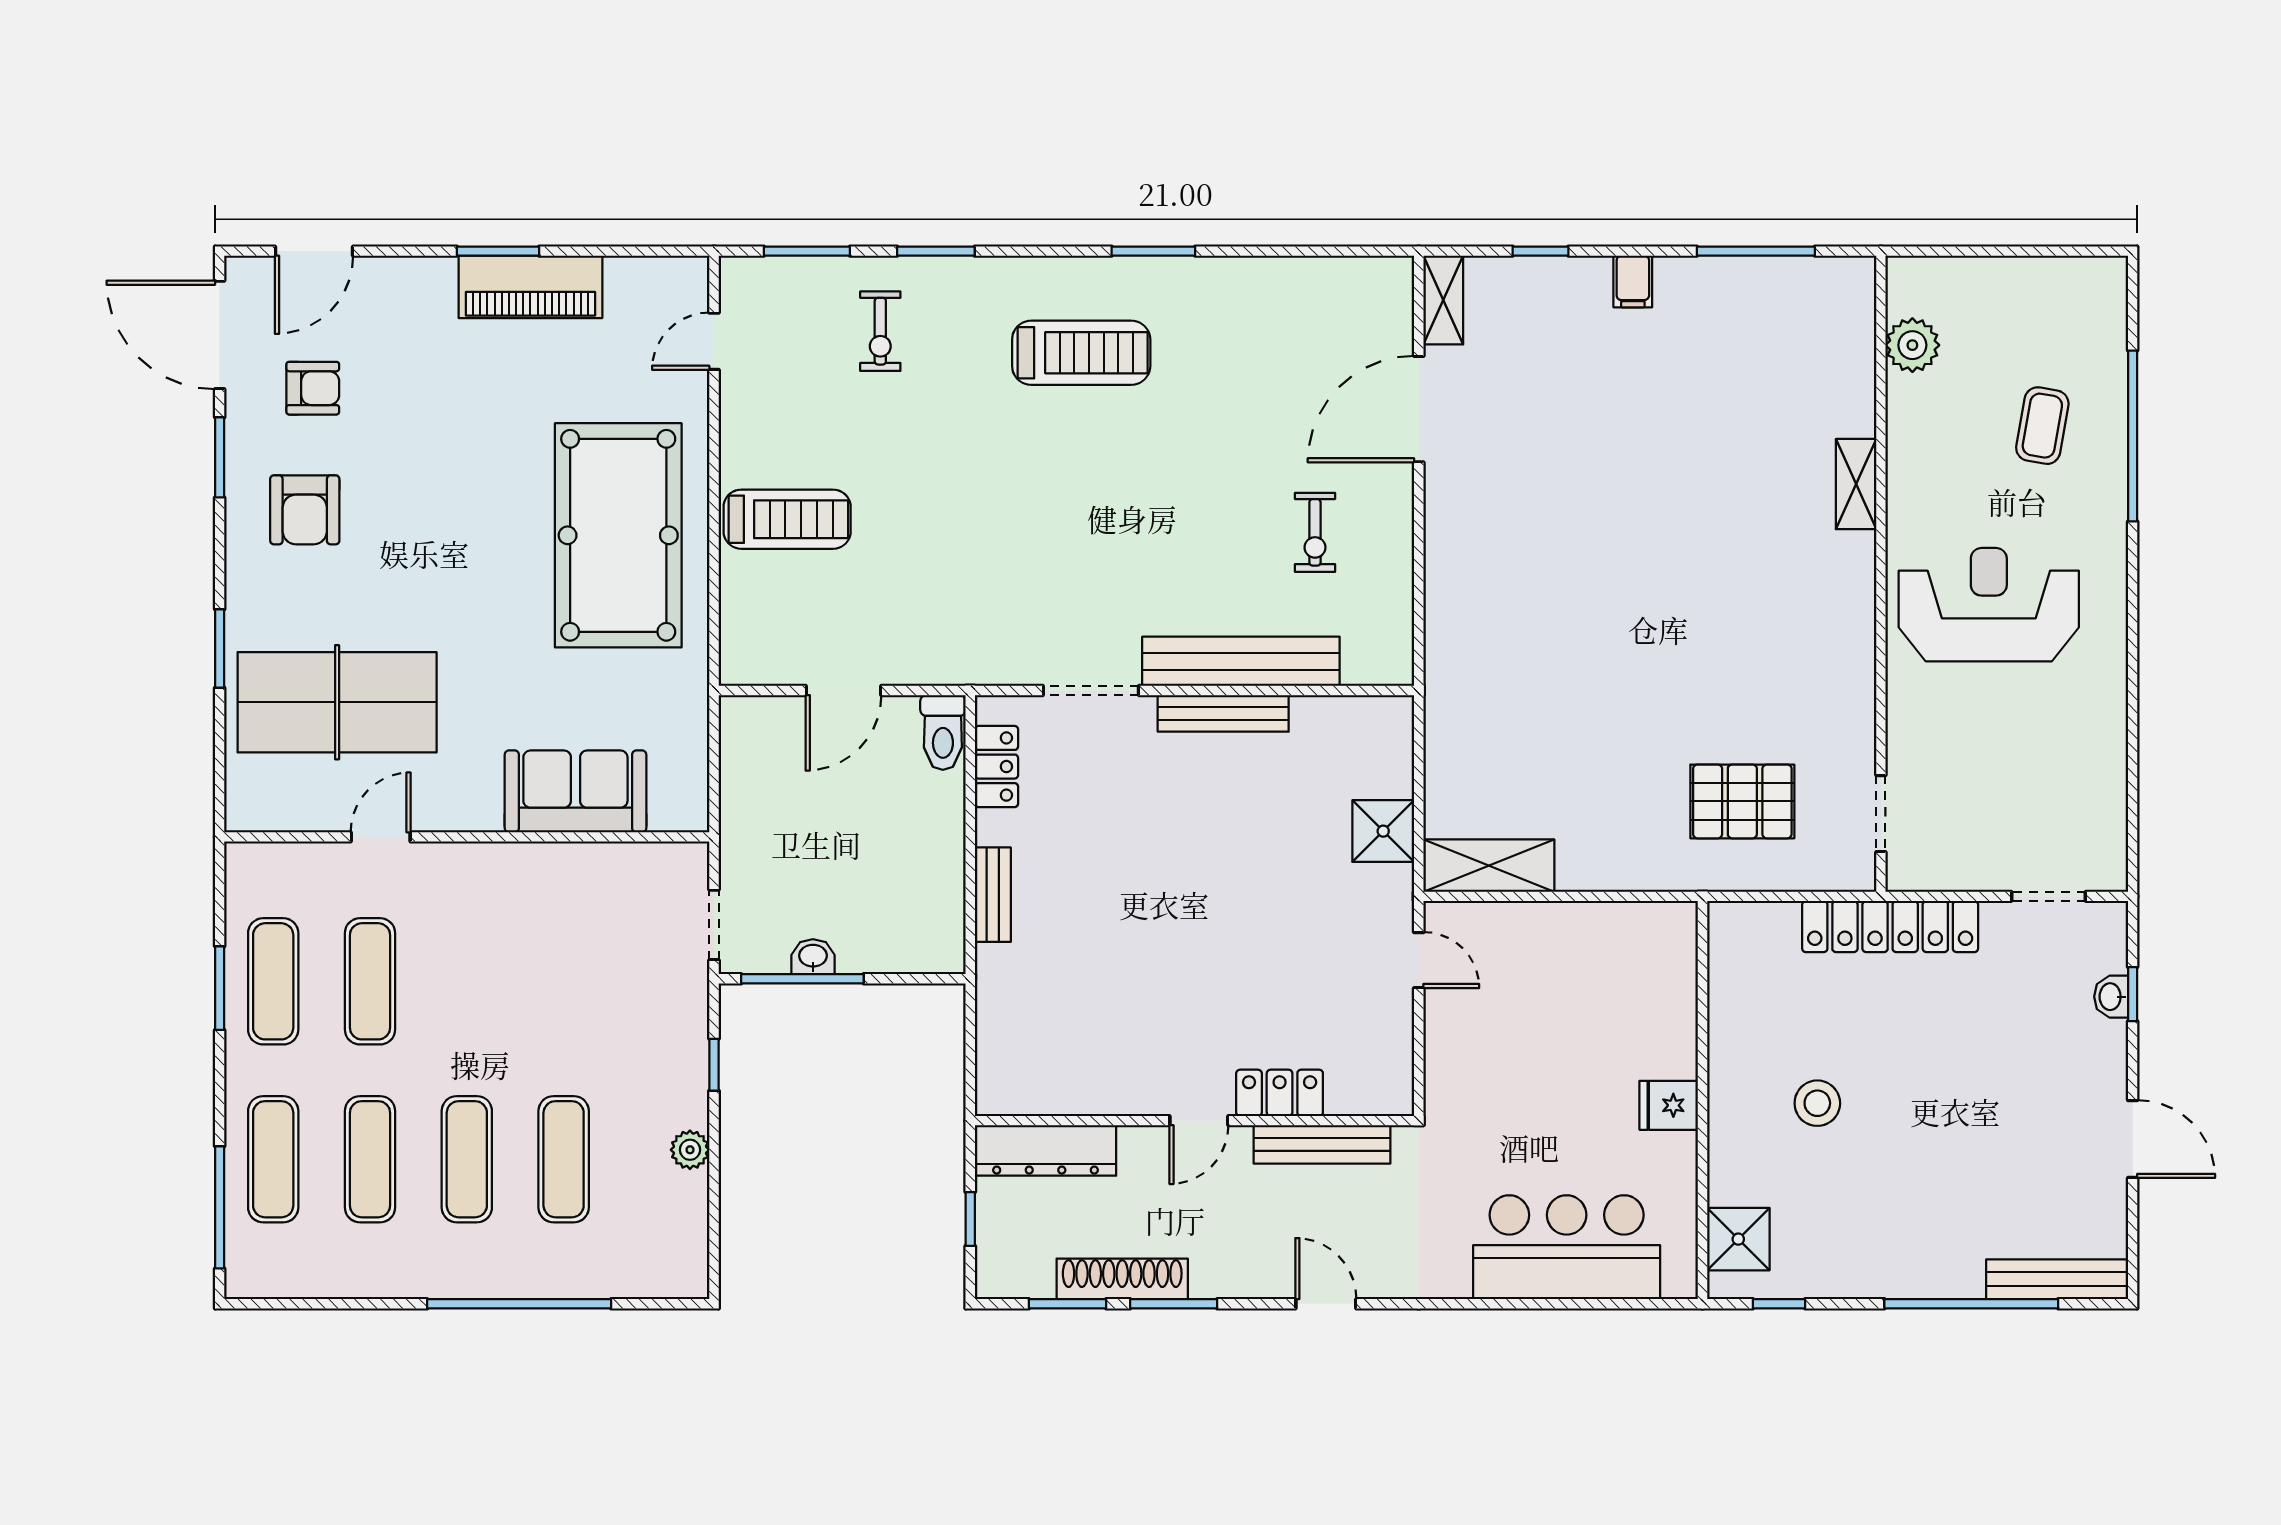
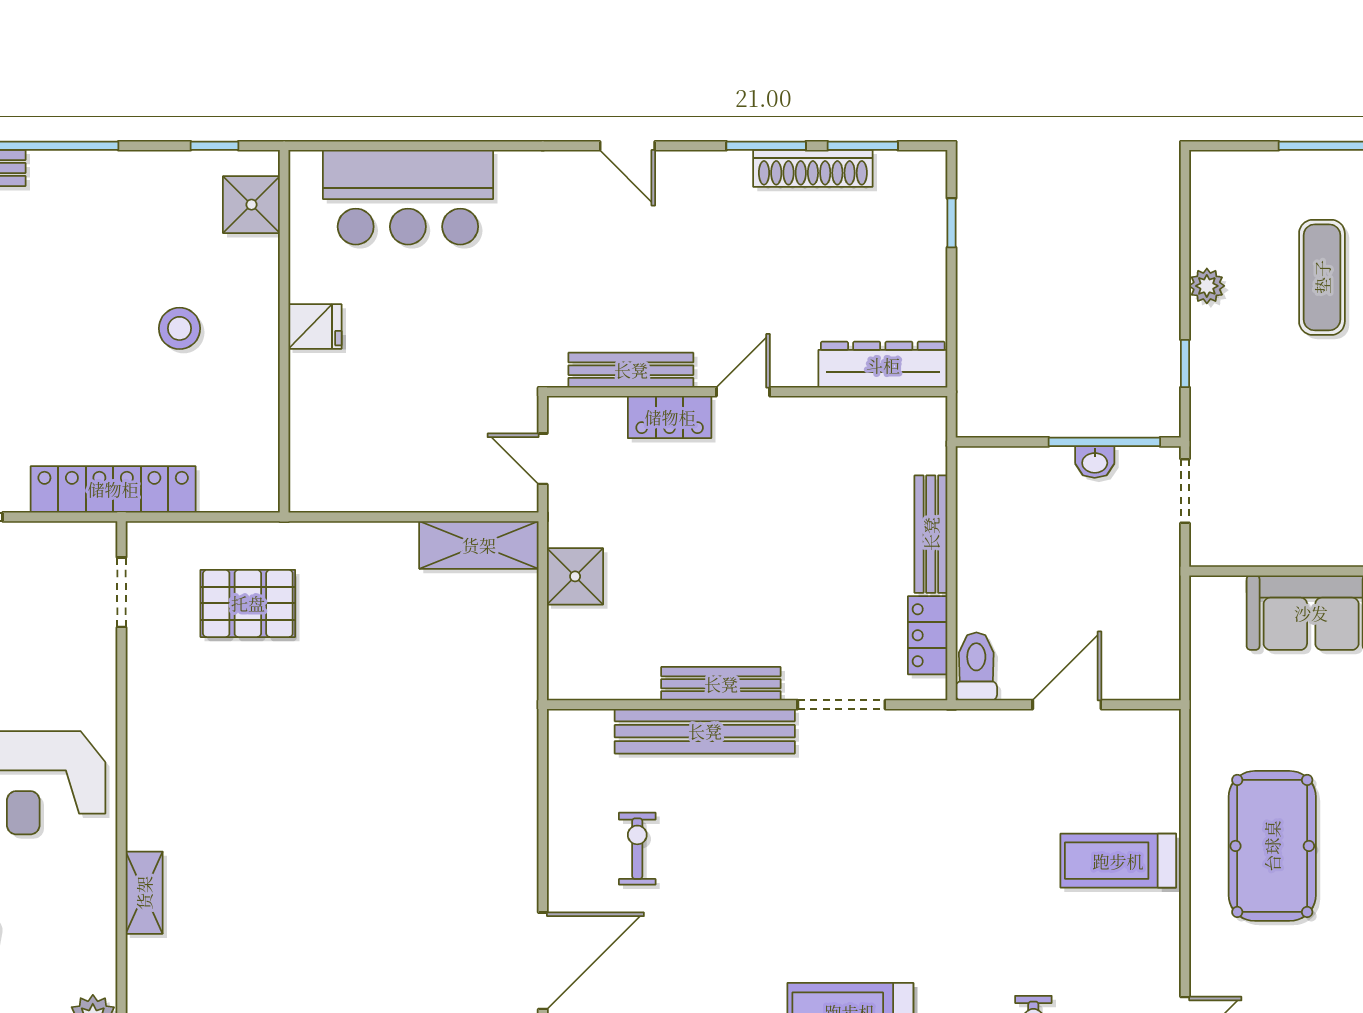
pool table: (618, 535) -> (1272, 846), width x0.73, depth x0.76
bench: (993, 895) -> (931, 534), width x1.36
locker: (1280, 1093) -> (670, 417), moved
wall: (1194, 1121) -> (747, 392), moved
door: (1199, 1121) -> (743, 392), moved
bench: (1322, 1144) -> (631, 370), moved
dresser: (1046, 1150) -> (883, 365), moved

